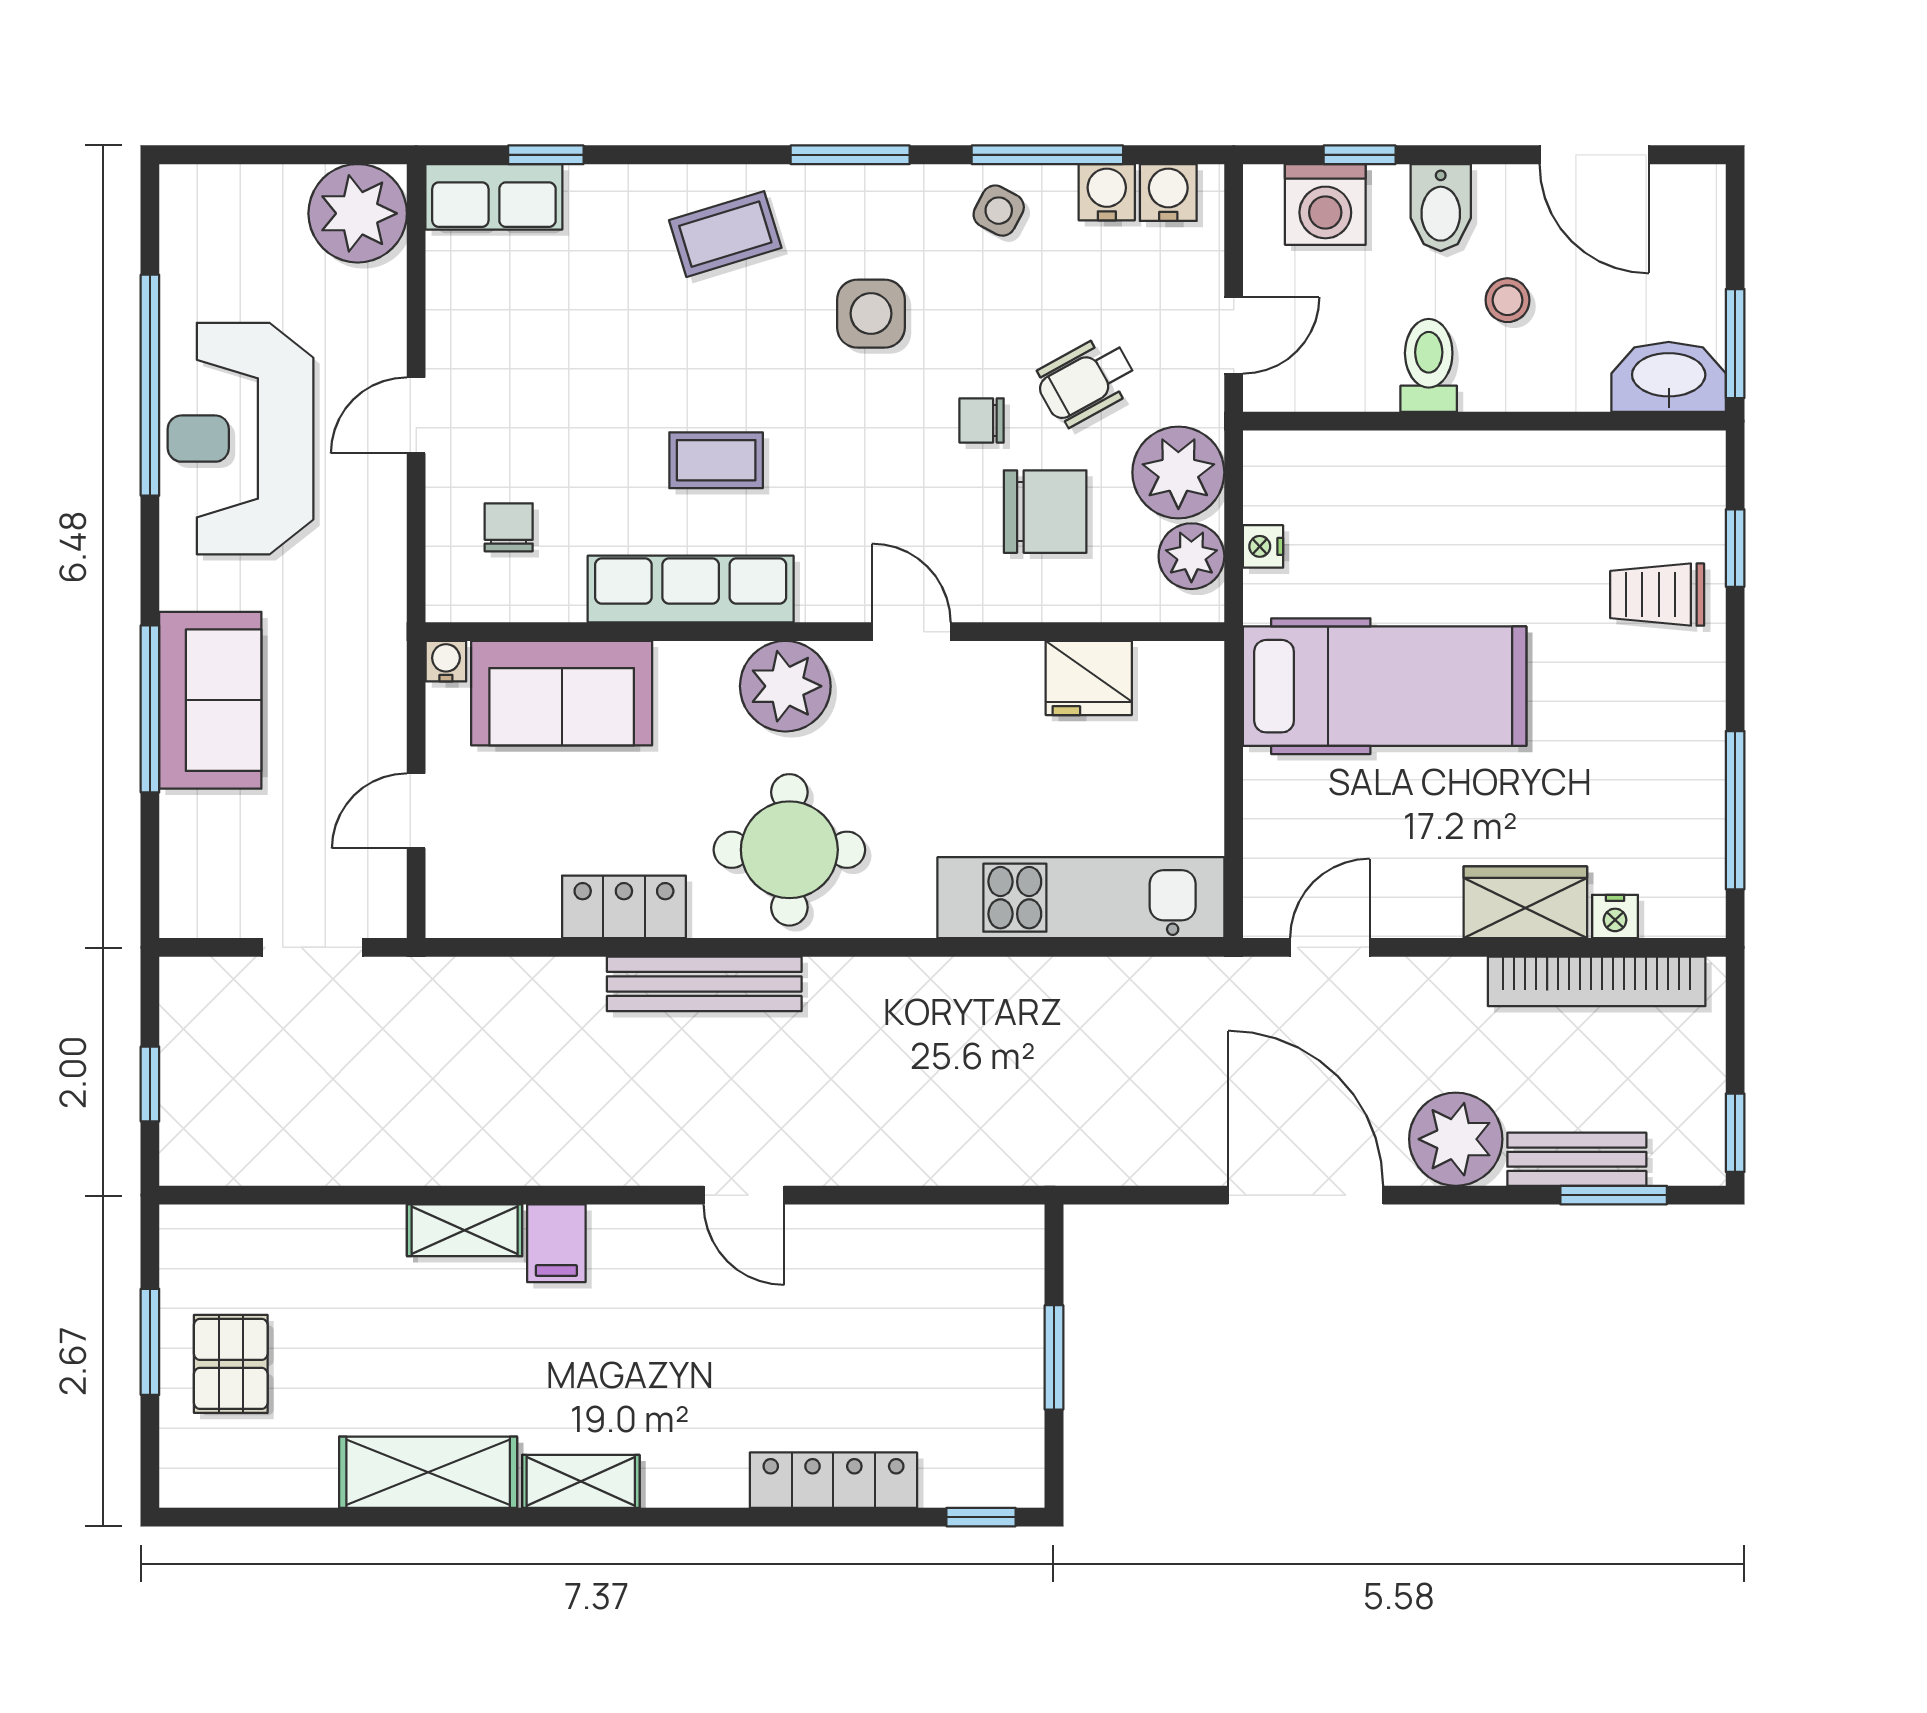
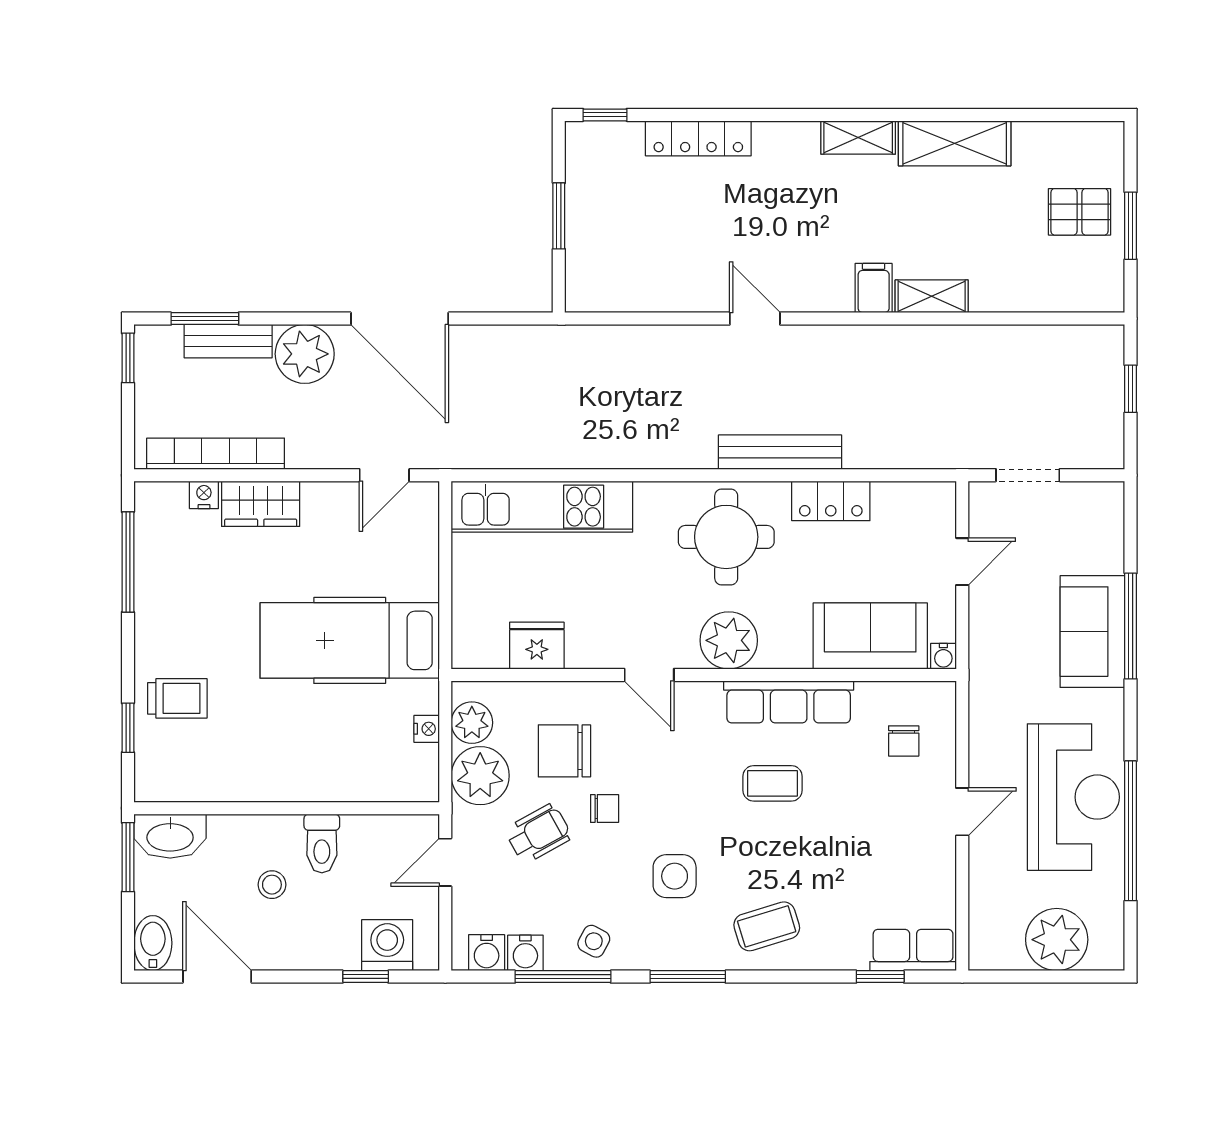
bidet: (1441, 208) -> (153, 943), moved
plant: (358, 213) -> (1057, 940), moved
pallet: (231, 1364) -> (1079, 212), turned 90

